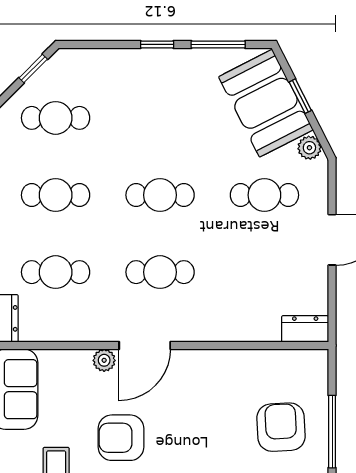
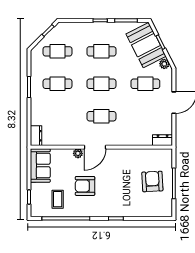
cafe table: (56, 272) -> (101, 51), moved

